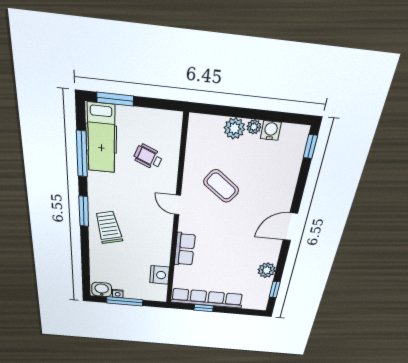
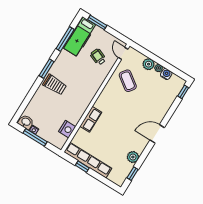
coffee table: (221, 186) -> (128, 81), moved
door: (178, 205) -> (123, 53), moved
trolley: (109, 228) -> (55, 85), turned 104

